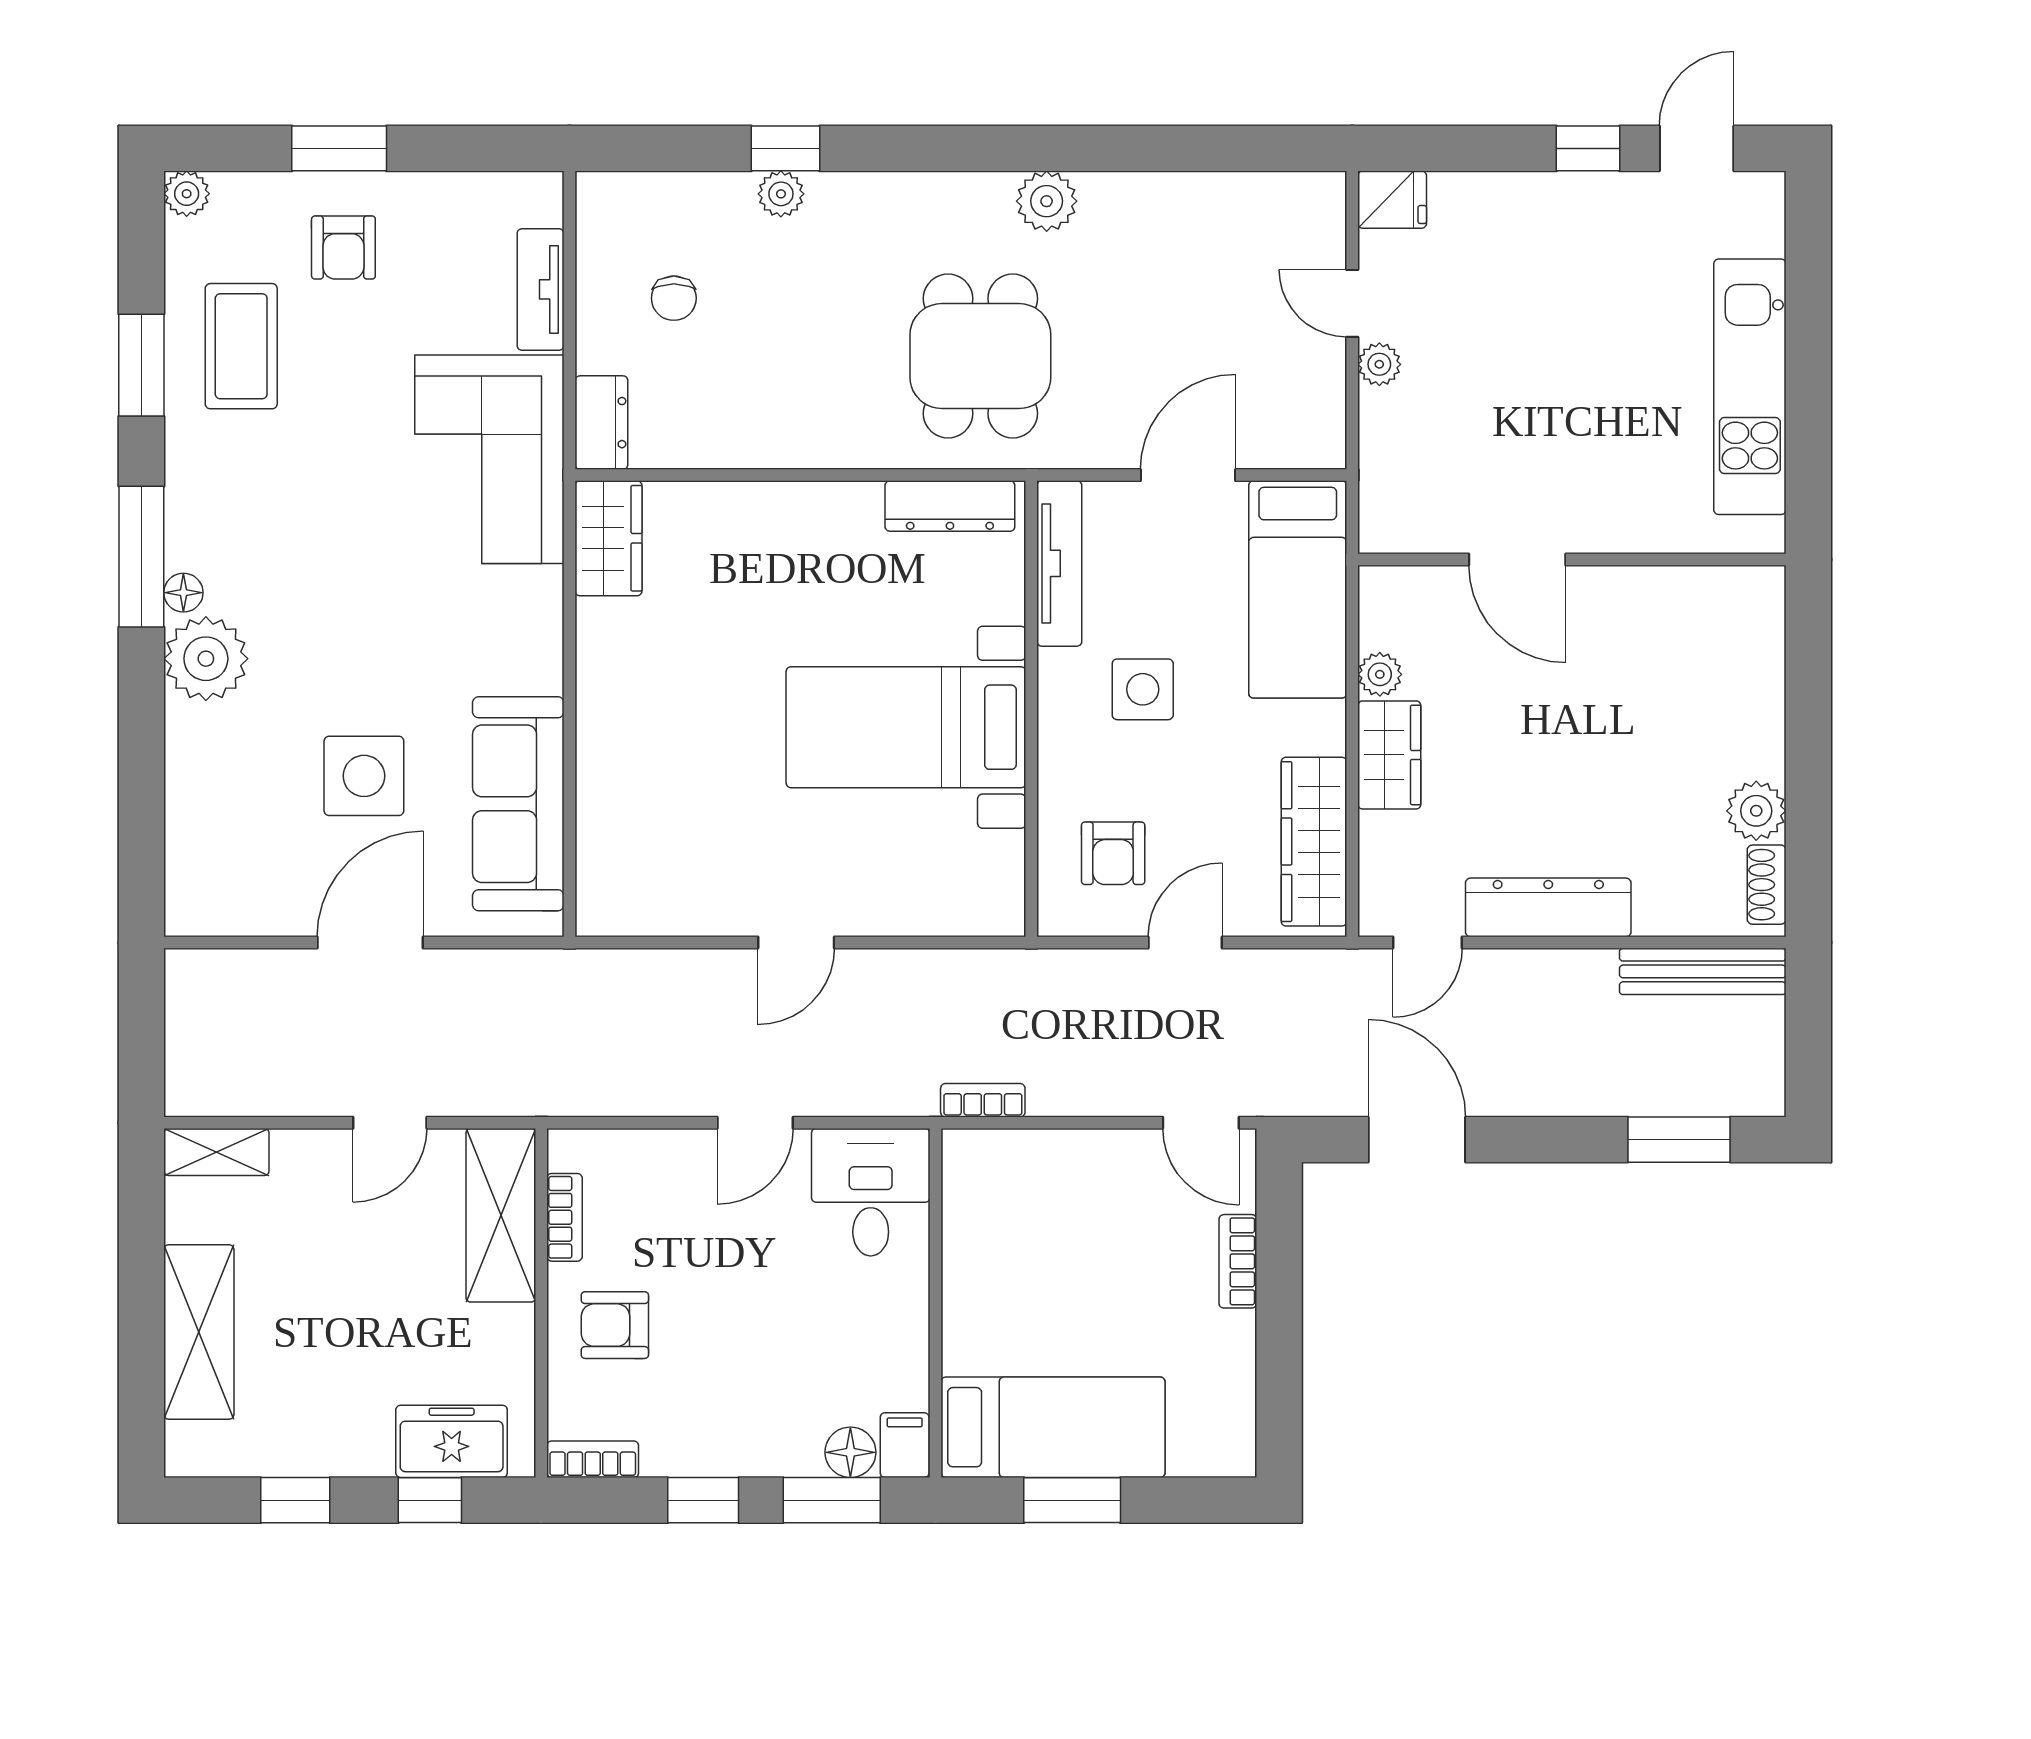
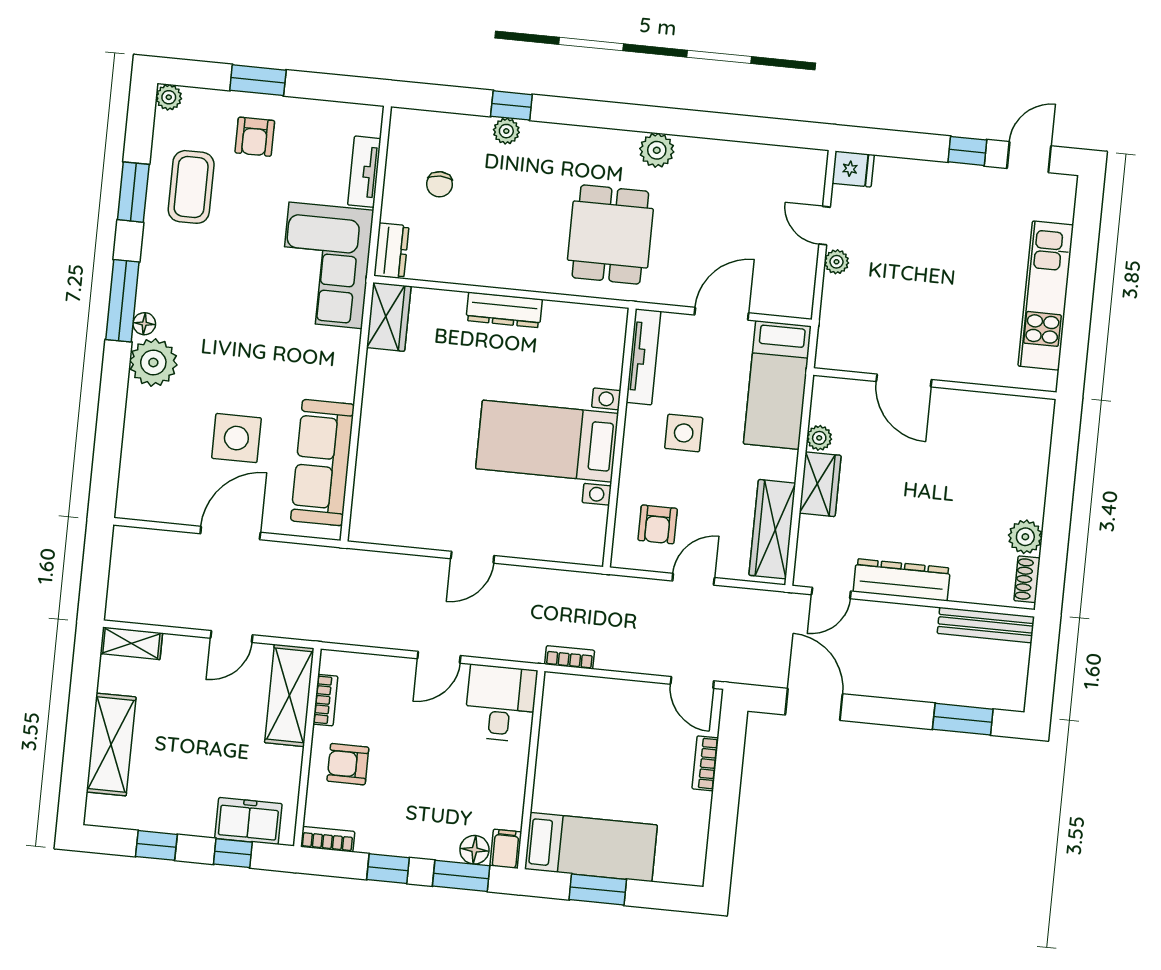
dresser: (950, 506) -> (504, 310), moved

